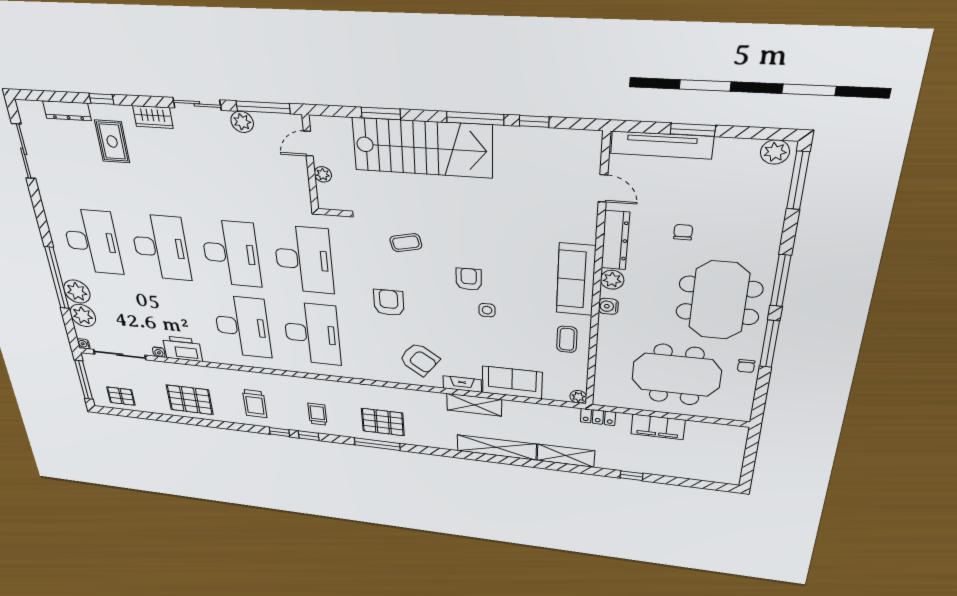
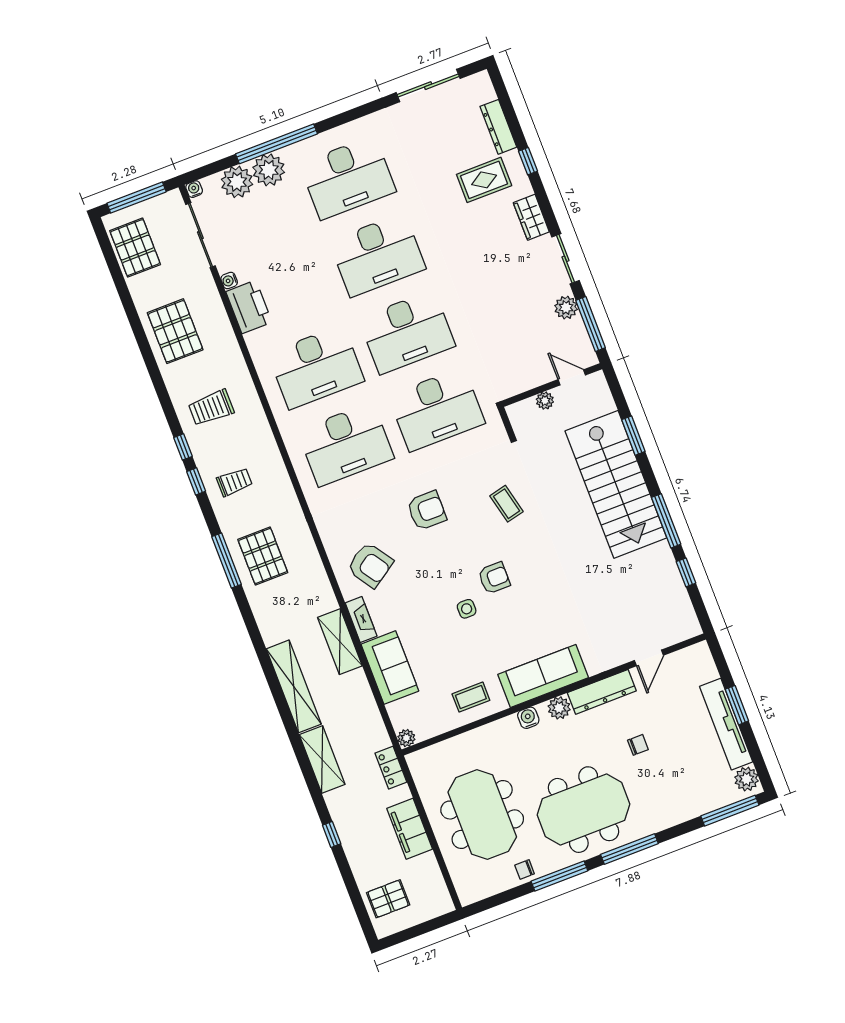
tv unit: (662, 145) -> (726, 724), moved
armchair: (419, 359) -> (370, 565), turned -70
pallet: (121, 396) -> (135, 248), width x1.50, depth x1.42
pallet: (709, 465) -> (388, 899), added

